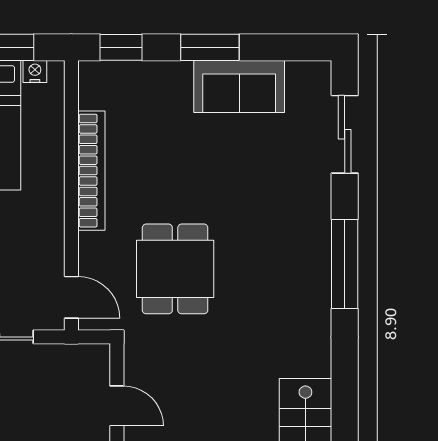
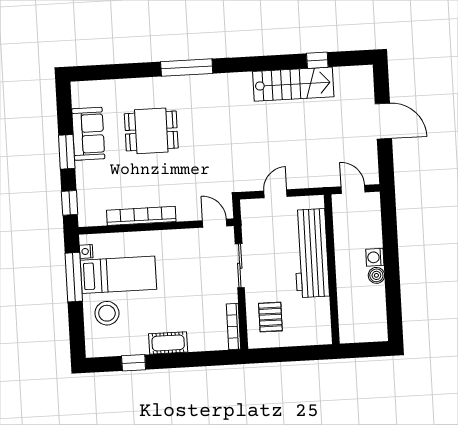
sliding door: (345, 134) -> (112, 72), removed
dining table: (175, 269) -> (151, 131), moved
door: (71, 297) -> (215, 223), hinge flipped

